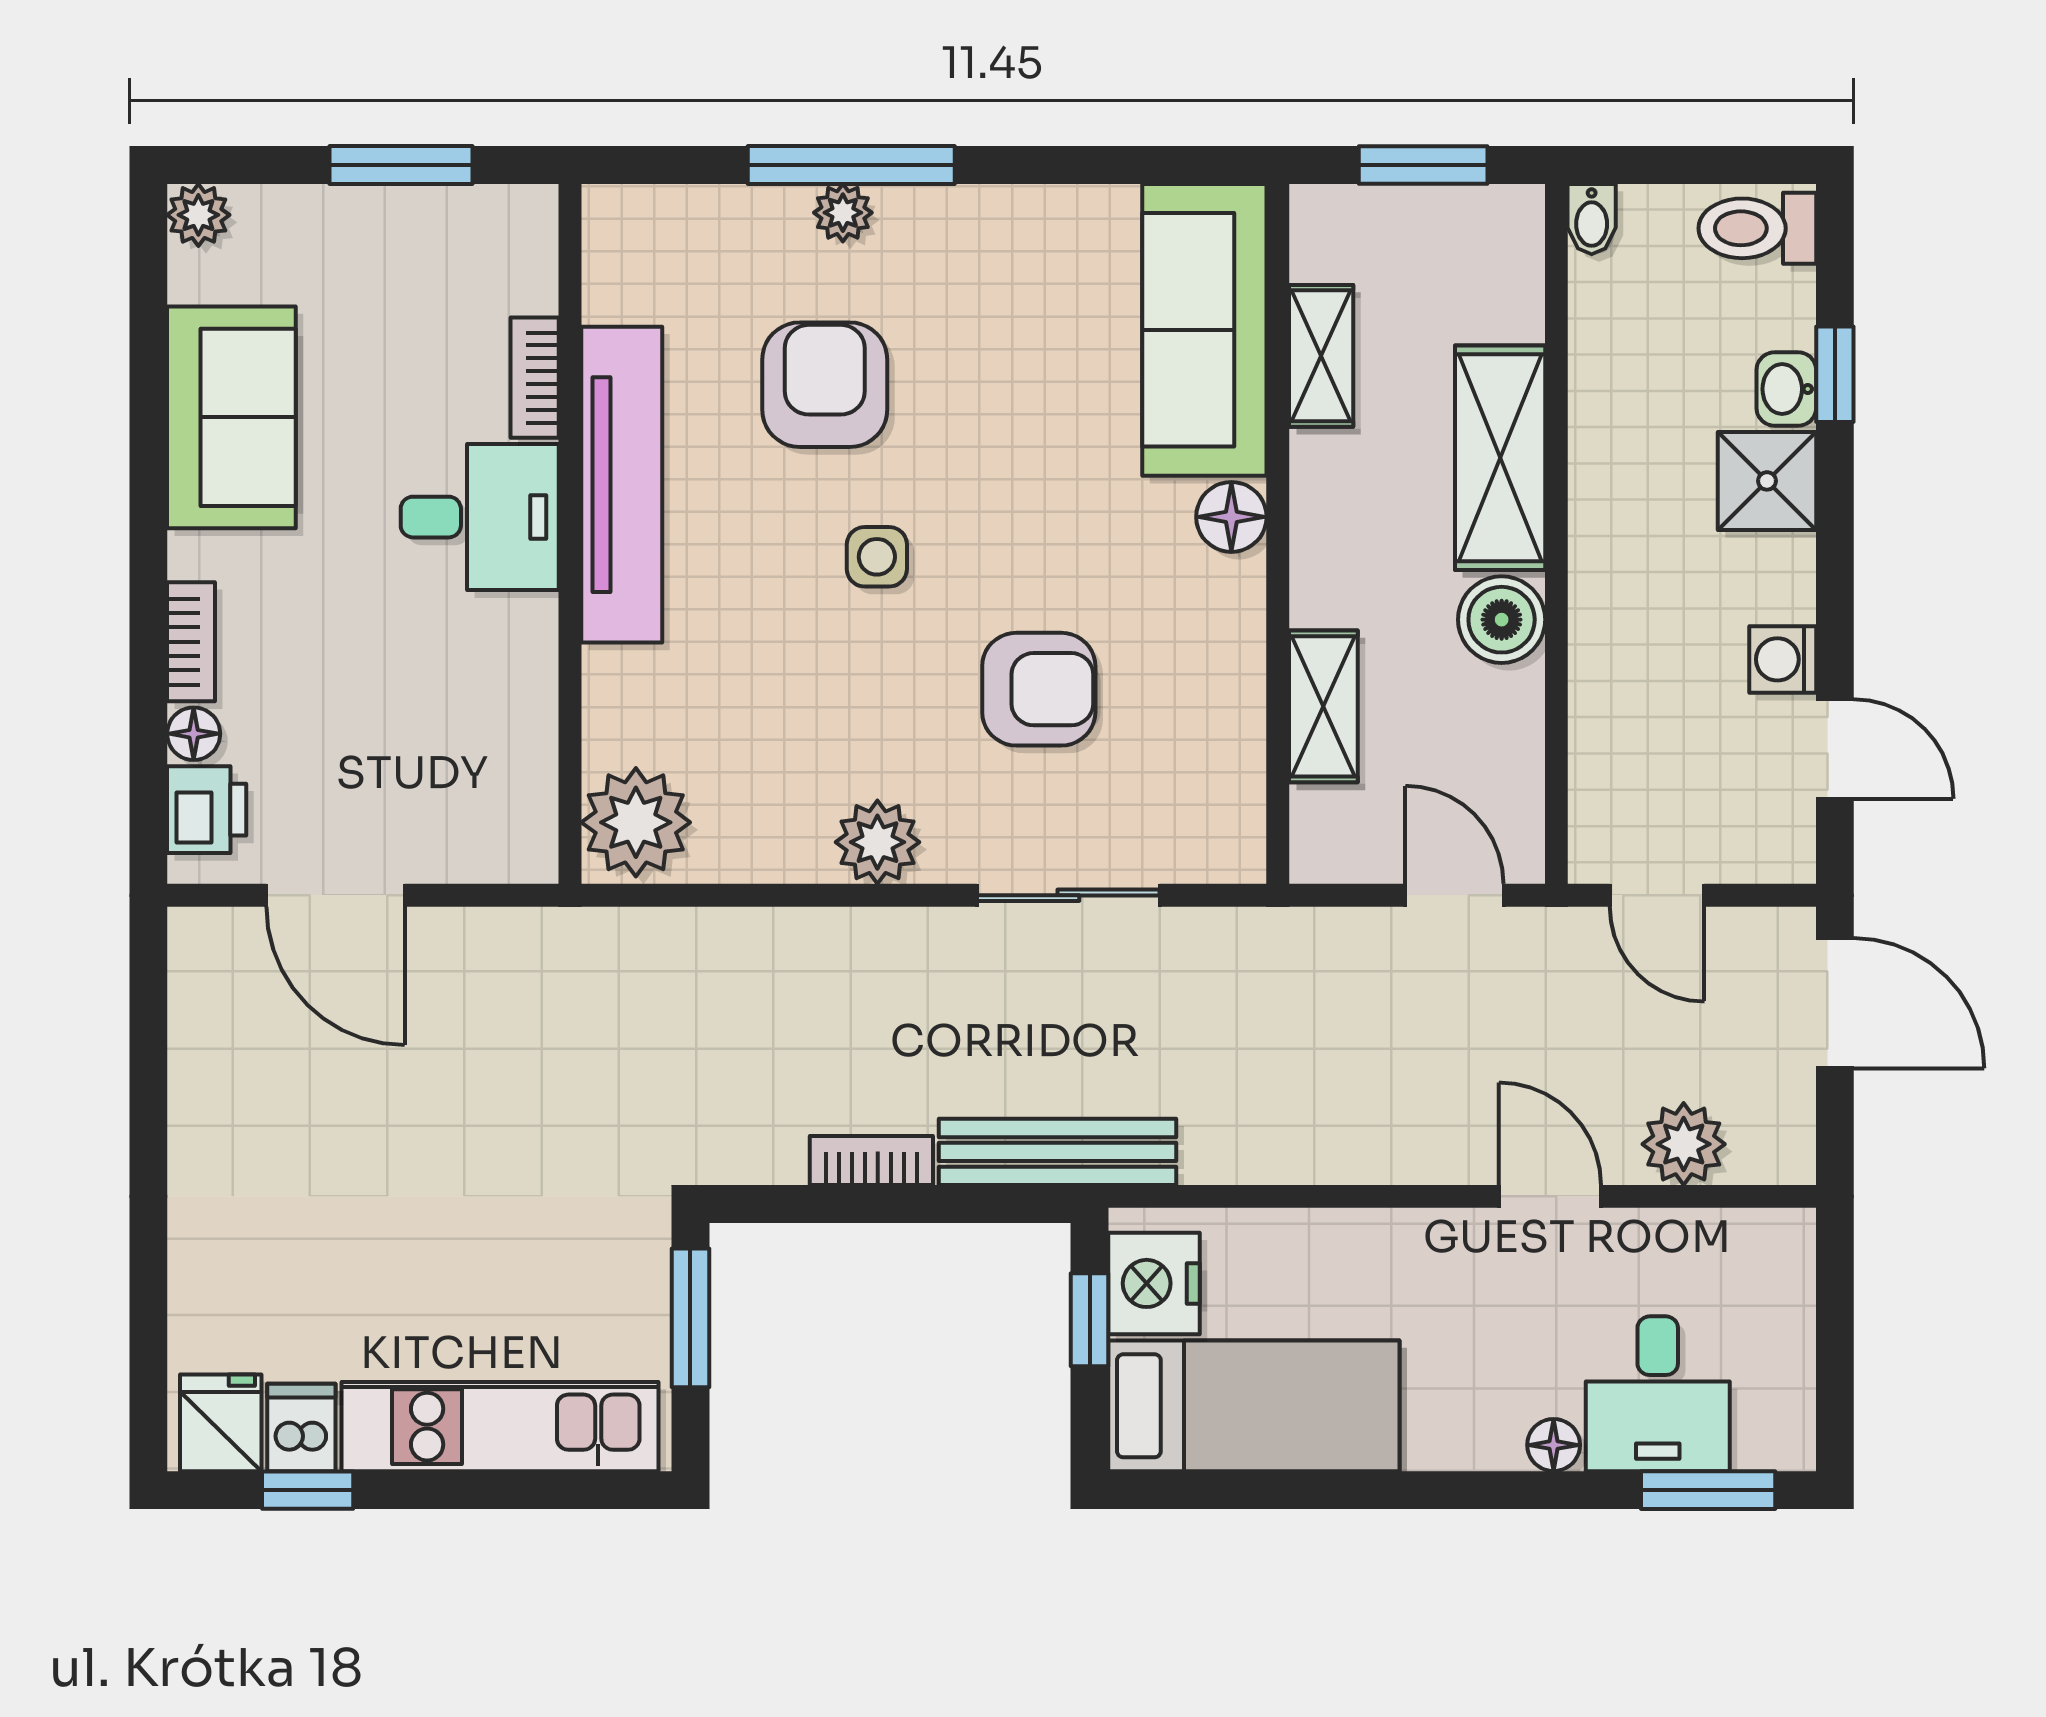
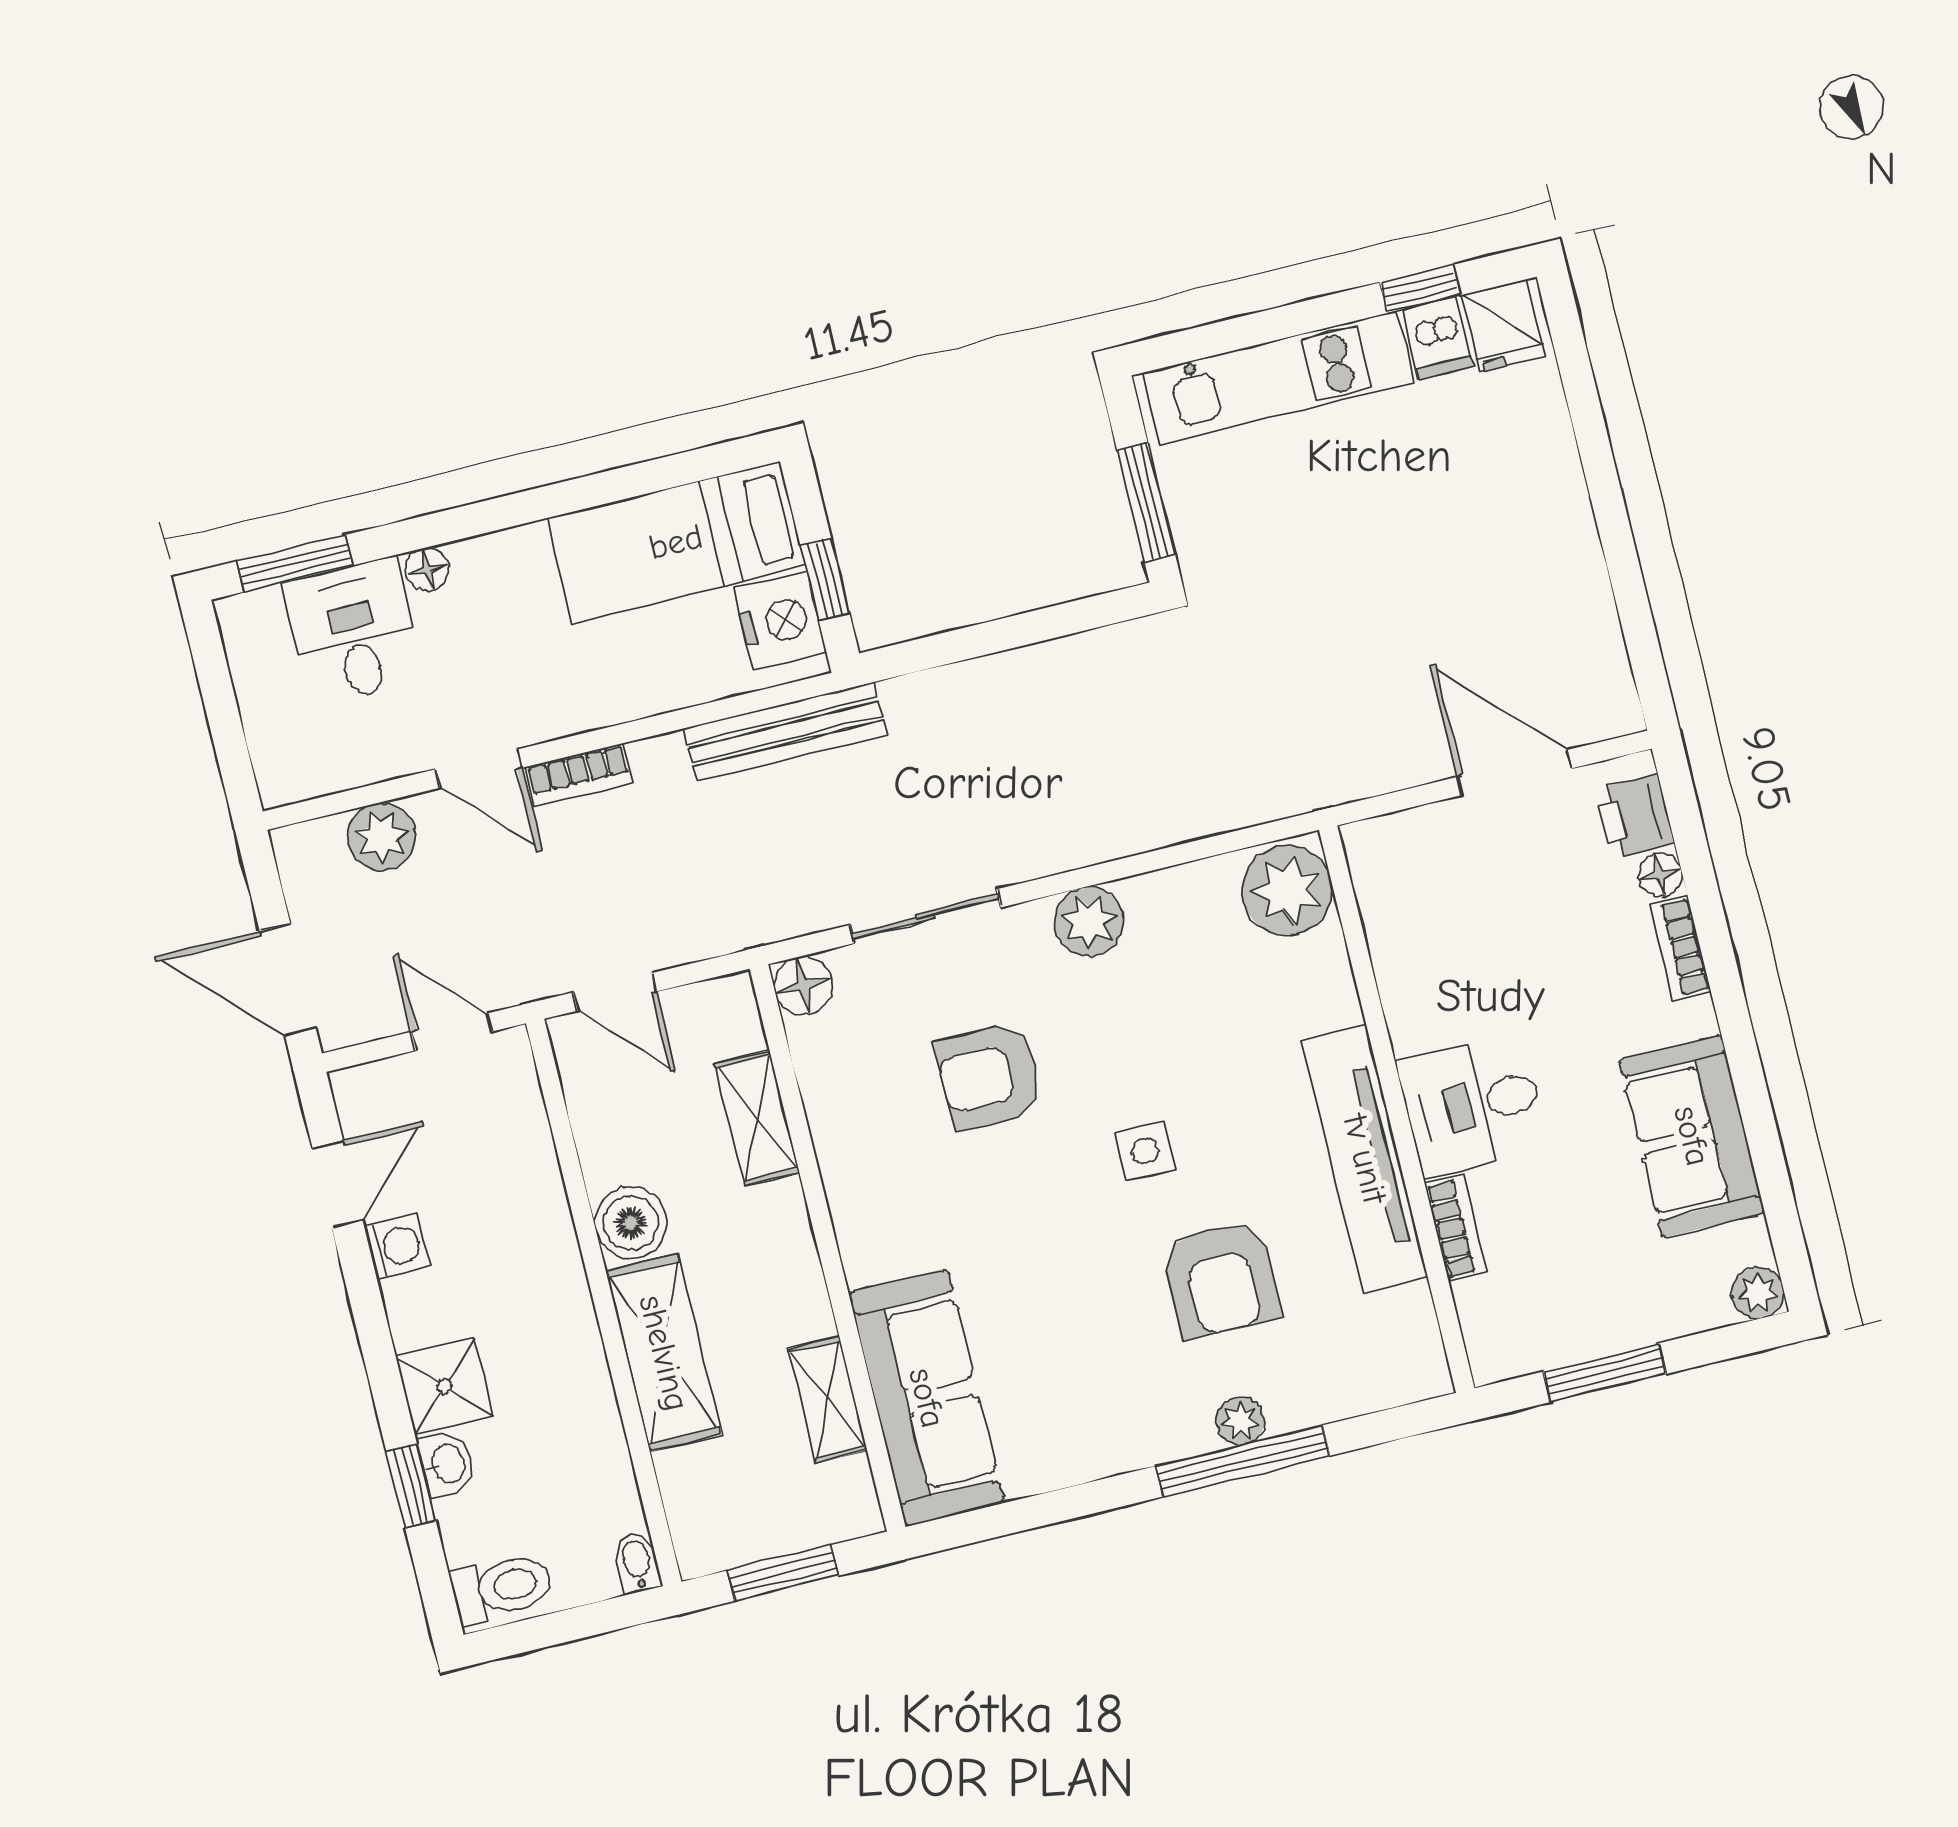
floor lamp: (1231, 517) -> (803, 985), moved
door: (1835, 749) -> (337, 1184), swing flipped
bench: (1058, 1152) -> (785, 732), moved
bookcase: (871, 1161) -> (579, 775), moved

